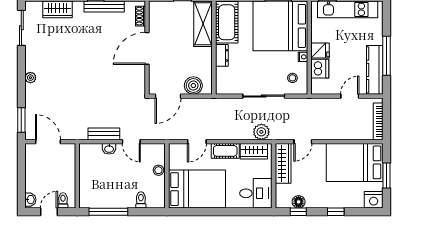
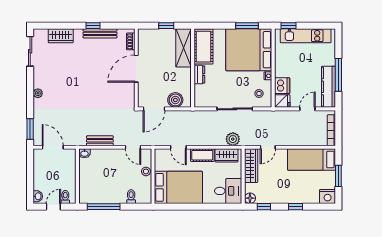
fridge: (320, 50) -> (282, 101), moved
door: (131, 142) -> (133, 147), moved
door: (197, 142) -> (178, 147), hinge flipped
washbasin: (109, 149) -> (84, 153), moved
bed: (355, 162) -> (312, 160), width x0.67
floor lamp: (299, 202) -> (250, 198), moved

